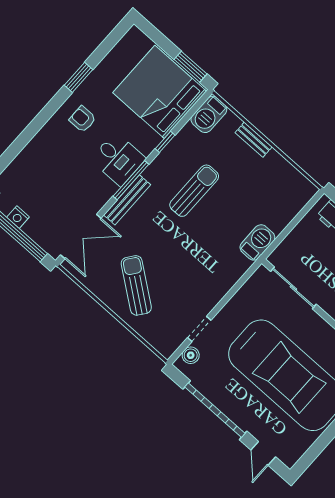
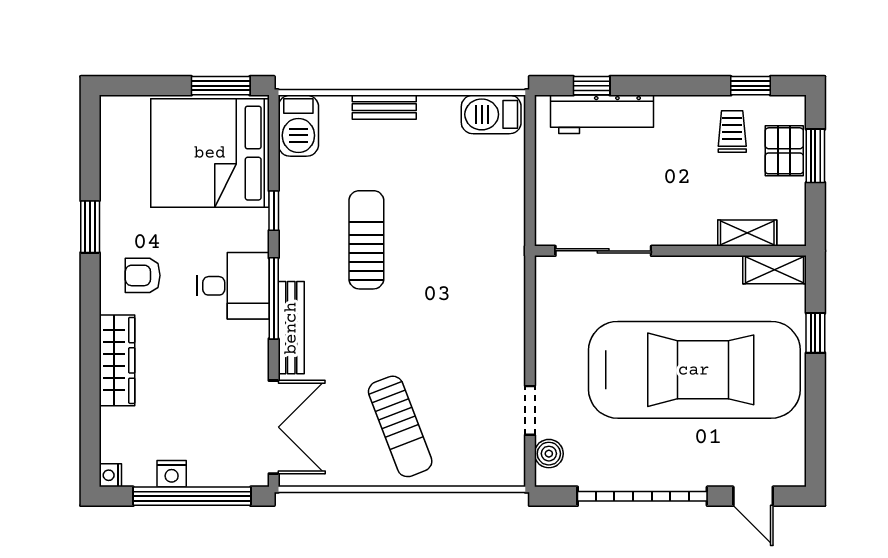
wardrobe: (38, 146) -> (117, 360), added
barbecue: (257, 242) -> (491, 114), moved, turned -90
sun lounger: (136, 285) -> (400, 426), turned -148

